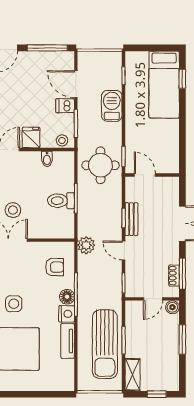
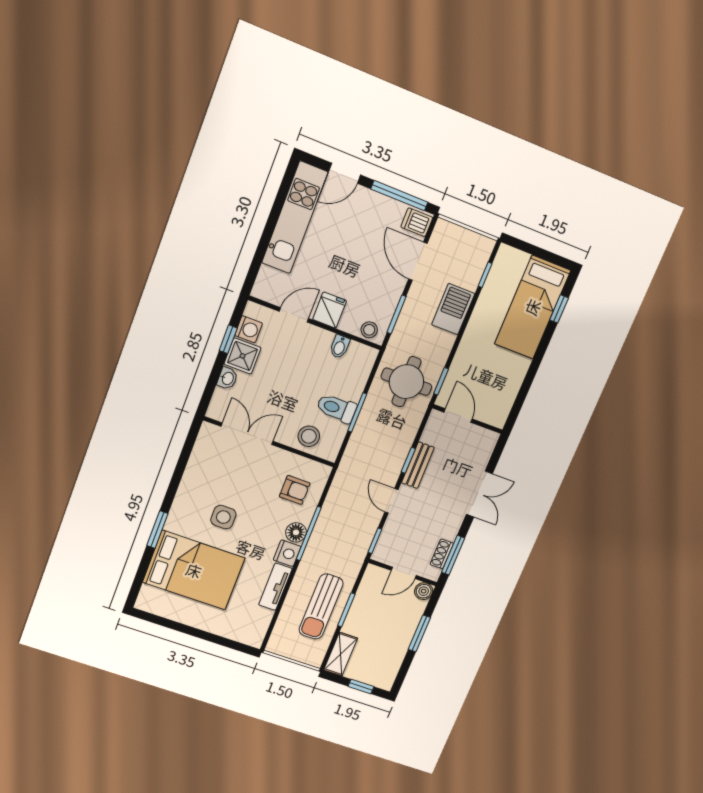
dishwasher: (65, 106) -> (417, 222), moved
stool: (13, 210) -> (309, 436), moved
plant: (86, 245) -> (347, 477), removed
sun lounger: (105, 344) -> (321, 607), width x0.73, depth x0.75

